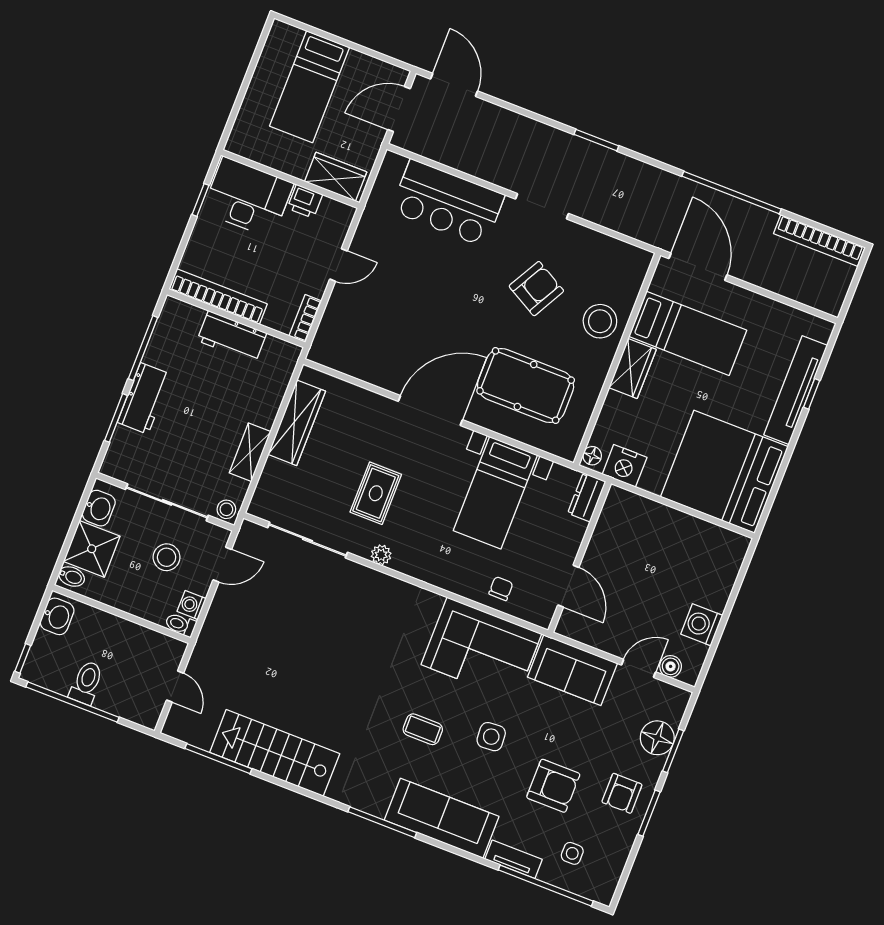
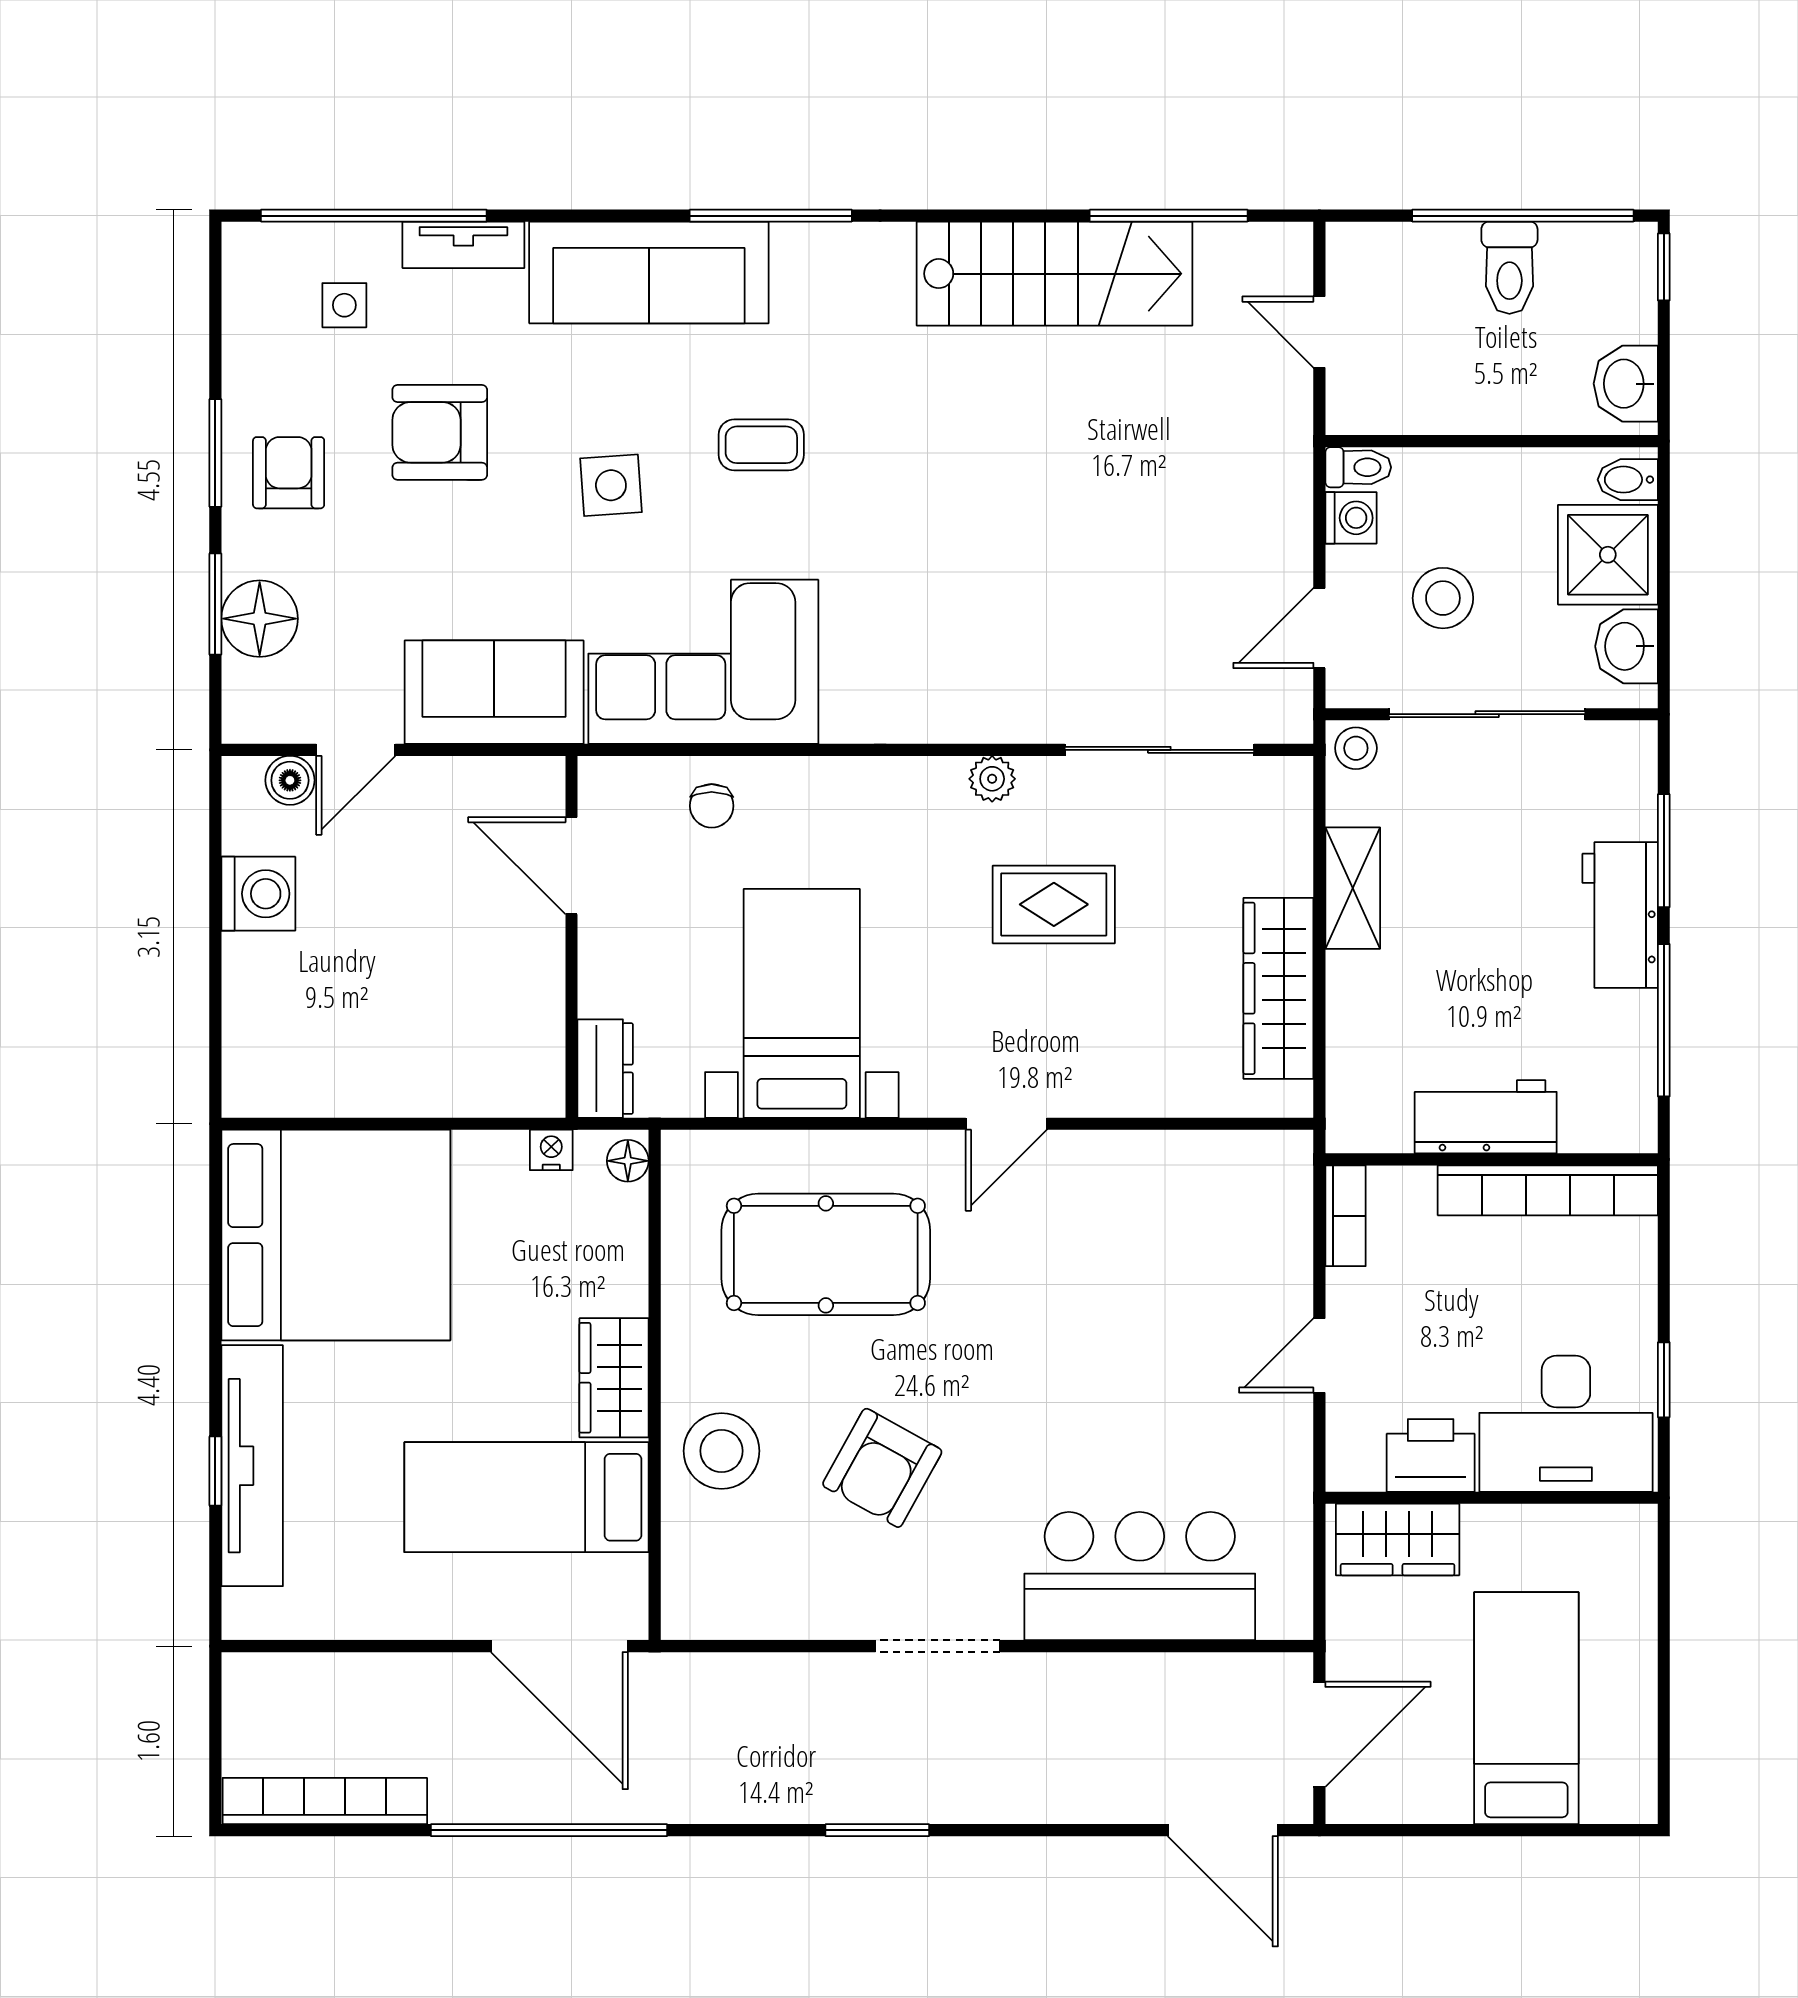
printer: (305, 201) -> (1431, 1455), width x1.36, depth x1.24
door: (430, 410) -> (1006, 1124), width x0.53
nightstand: (625, 466) -> (551, 1150), width x0.53, depth x0.56
rug: (376, 493) -> (1054, 904), turned 90

